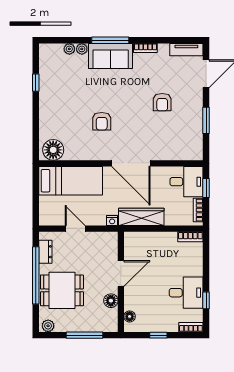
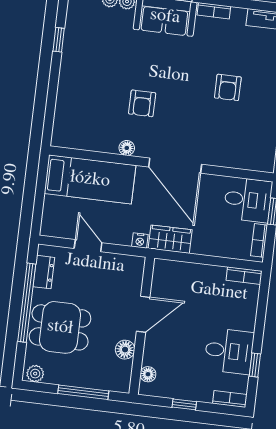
floor lamp: (53, 150) -> (127, 148), moved, width x0.53, depth x0.53
wardrobe: (141, 217) -> (170, 239), width x0.67

